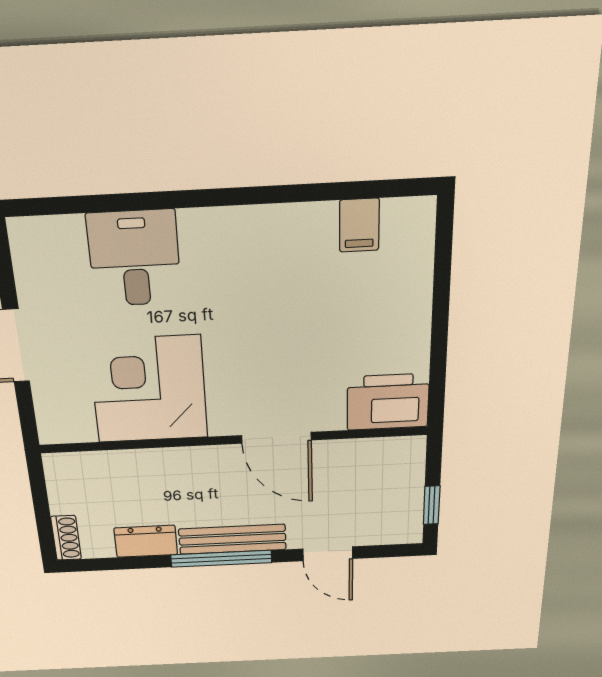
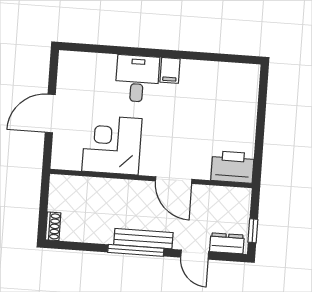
filing cabinet: (359, 225) -> (170, 70), moved
desk: (134, 258) -> (137, 79), moved
dresser: (146, 541) -> (227, 243), moved

